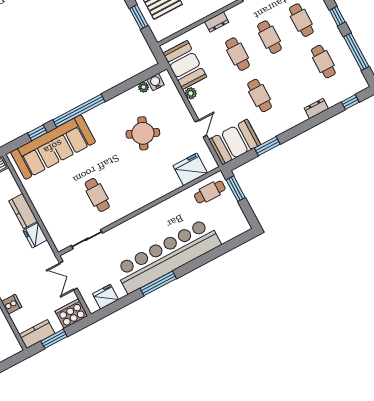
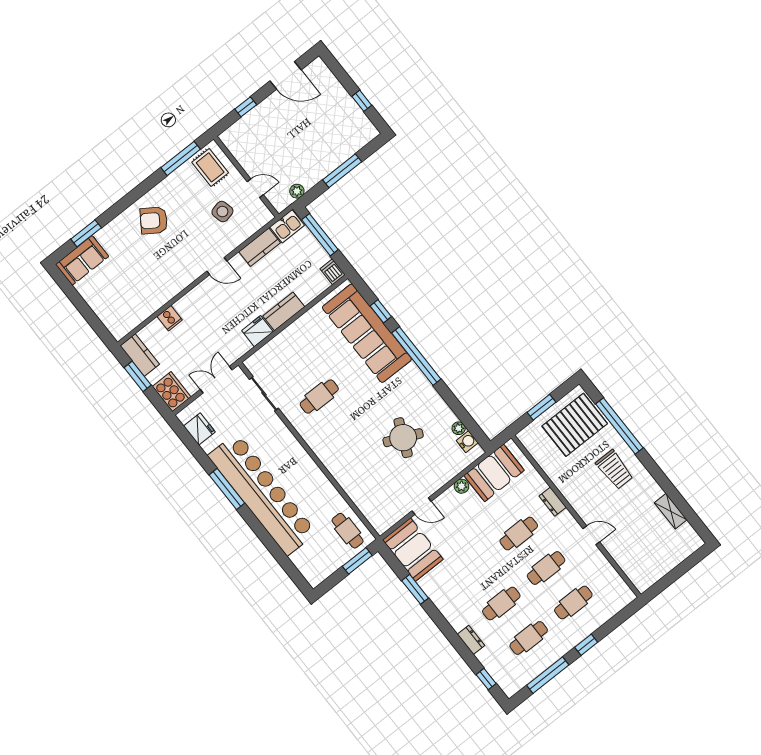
cafe table: (260, 96) -> (501, 603), moved
fridge: (190, 169) -> (370, 502), removed

